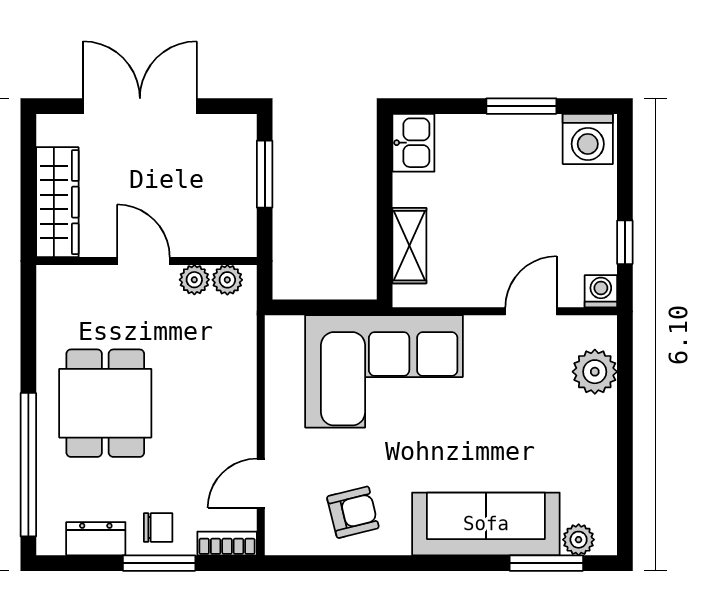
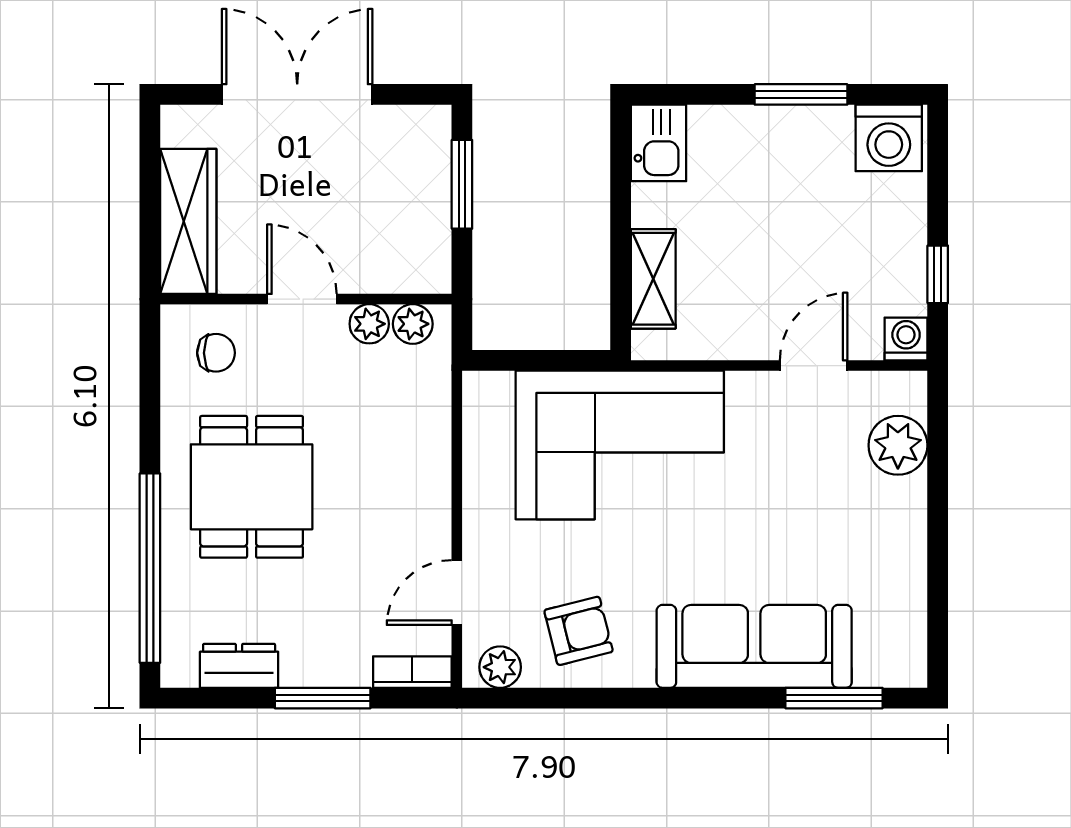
chair: (158, 528) -> (216, 353), moved
plant: (579, 540) -> (500, 667), moved

